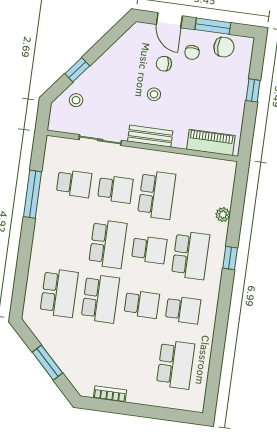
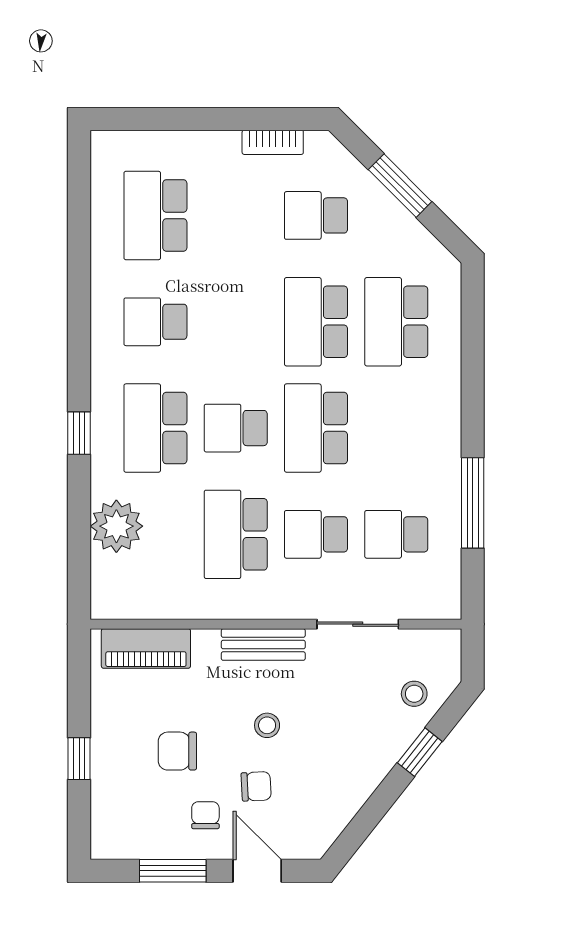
chair: (224, 47) -> (177, 751), moved
plant: (223, 215) -> (116, 526), width x1.88, depth x1.88
school desk: (142, 304) -> (316, 215), moved

